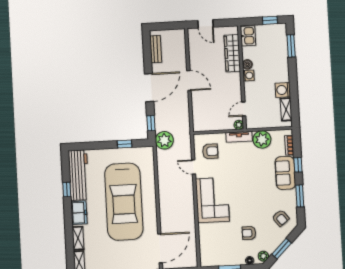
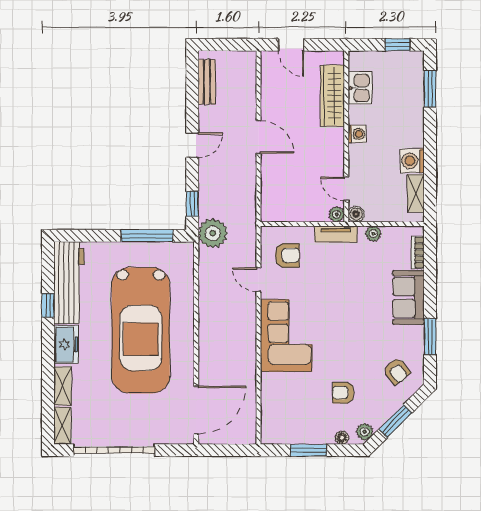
kitchen sink: (248, 36) -> (360, 88), moved
boiler: (247, 64) -> (356, 214), moved
door: (149, 88) -> (192, 145), width x0.53
door: (244, 109) -> (346, 189), hinge flipped
plant: (262, 139) -> (373, 234), width x0.53, depth x0.53
window: (125, 144) -> (147, 236), width x2.17
window: (298, 165) -> (430, 285), removed

